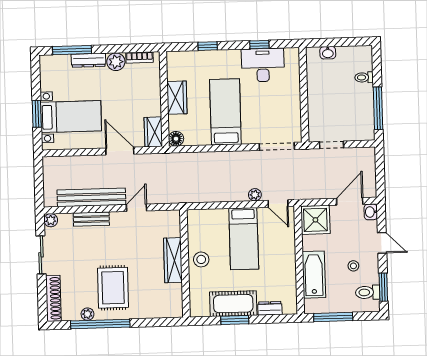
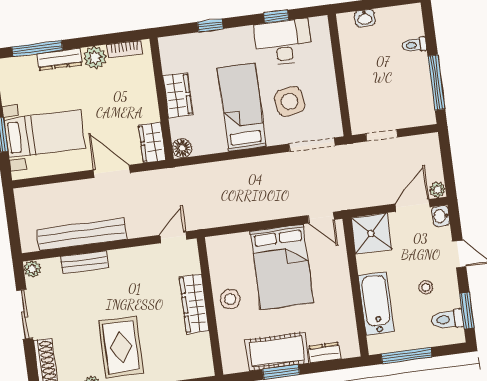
side table: (263, 111) -> (290, 101), added
plant: (255, 195) -> (437, 190), moved
door: (136, 208) -> (173, 237), moved
bed: (244, 239) -> (282, 267), width x1.50

